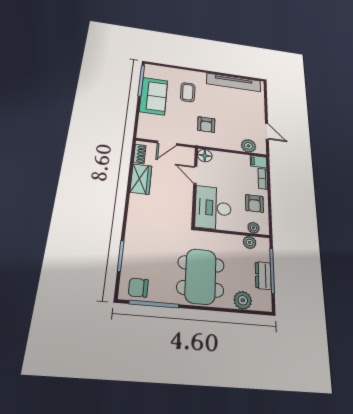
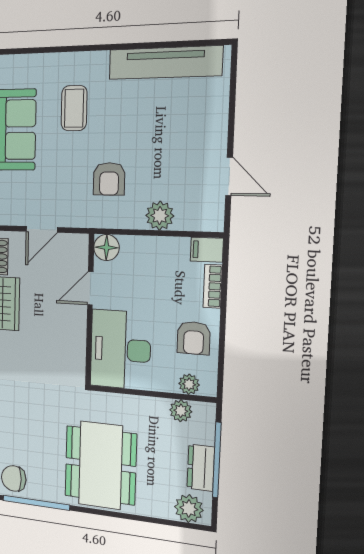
plant: (248, 146) -> (160, 216), moved
door: (195, 175) -> (90, 288), hinge flipped
plant: (243, 300) -> (189, 509), moved

